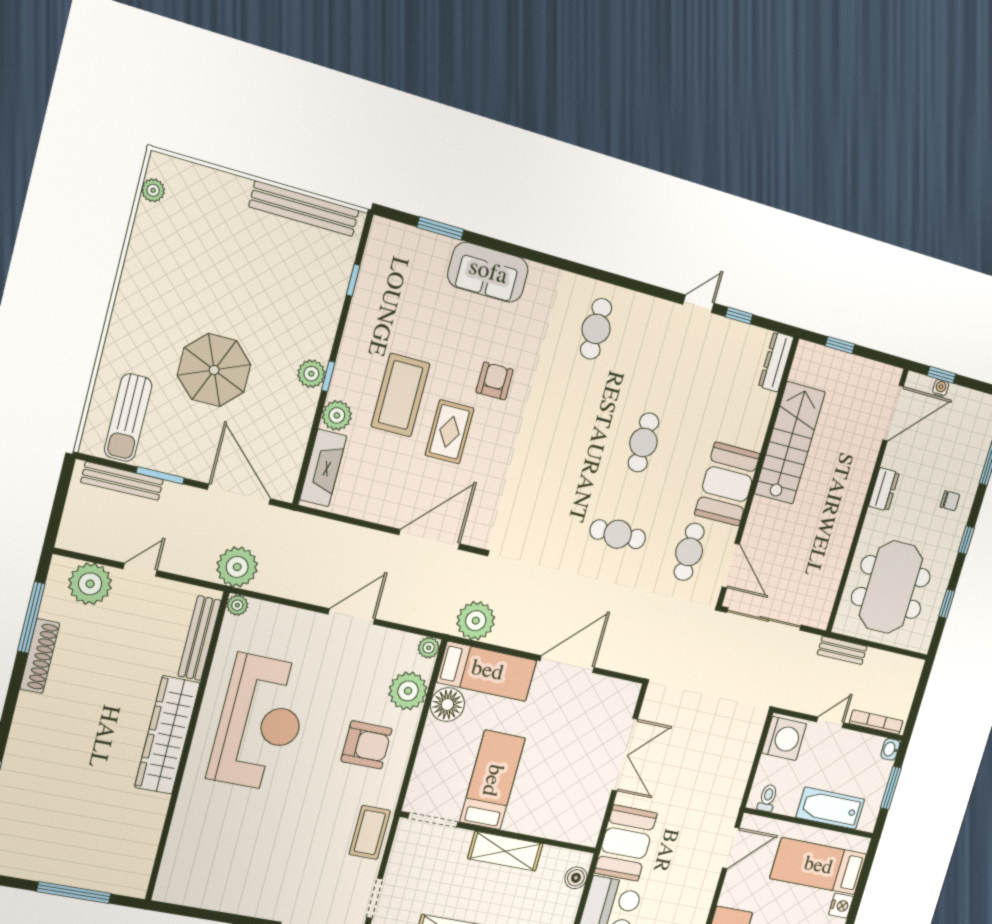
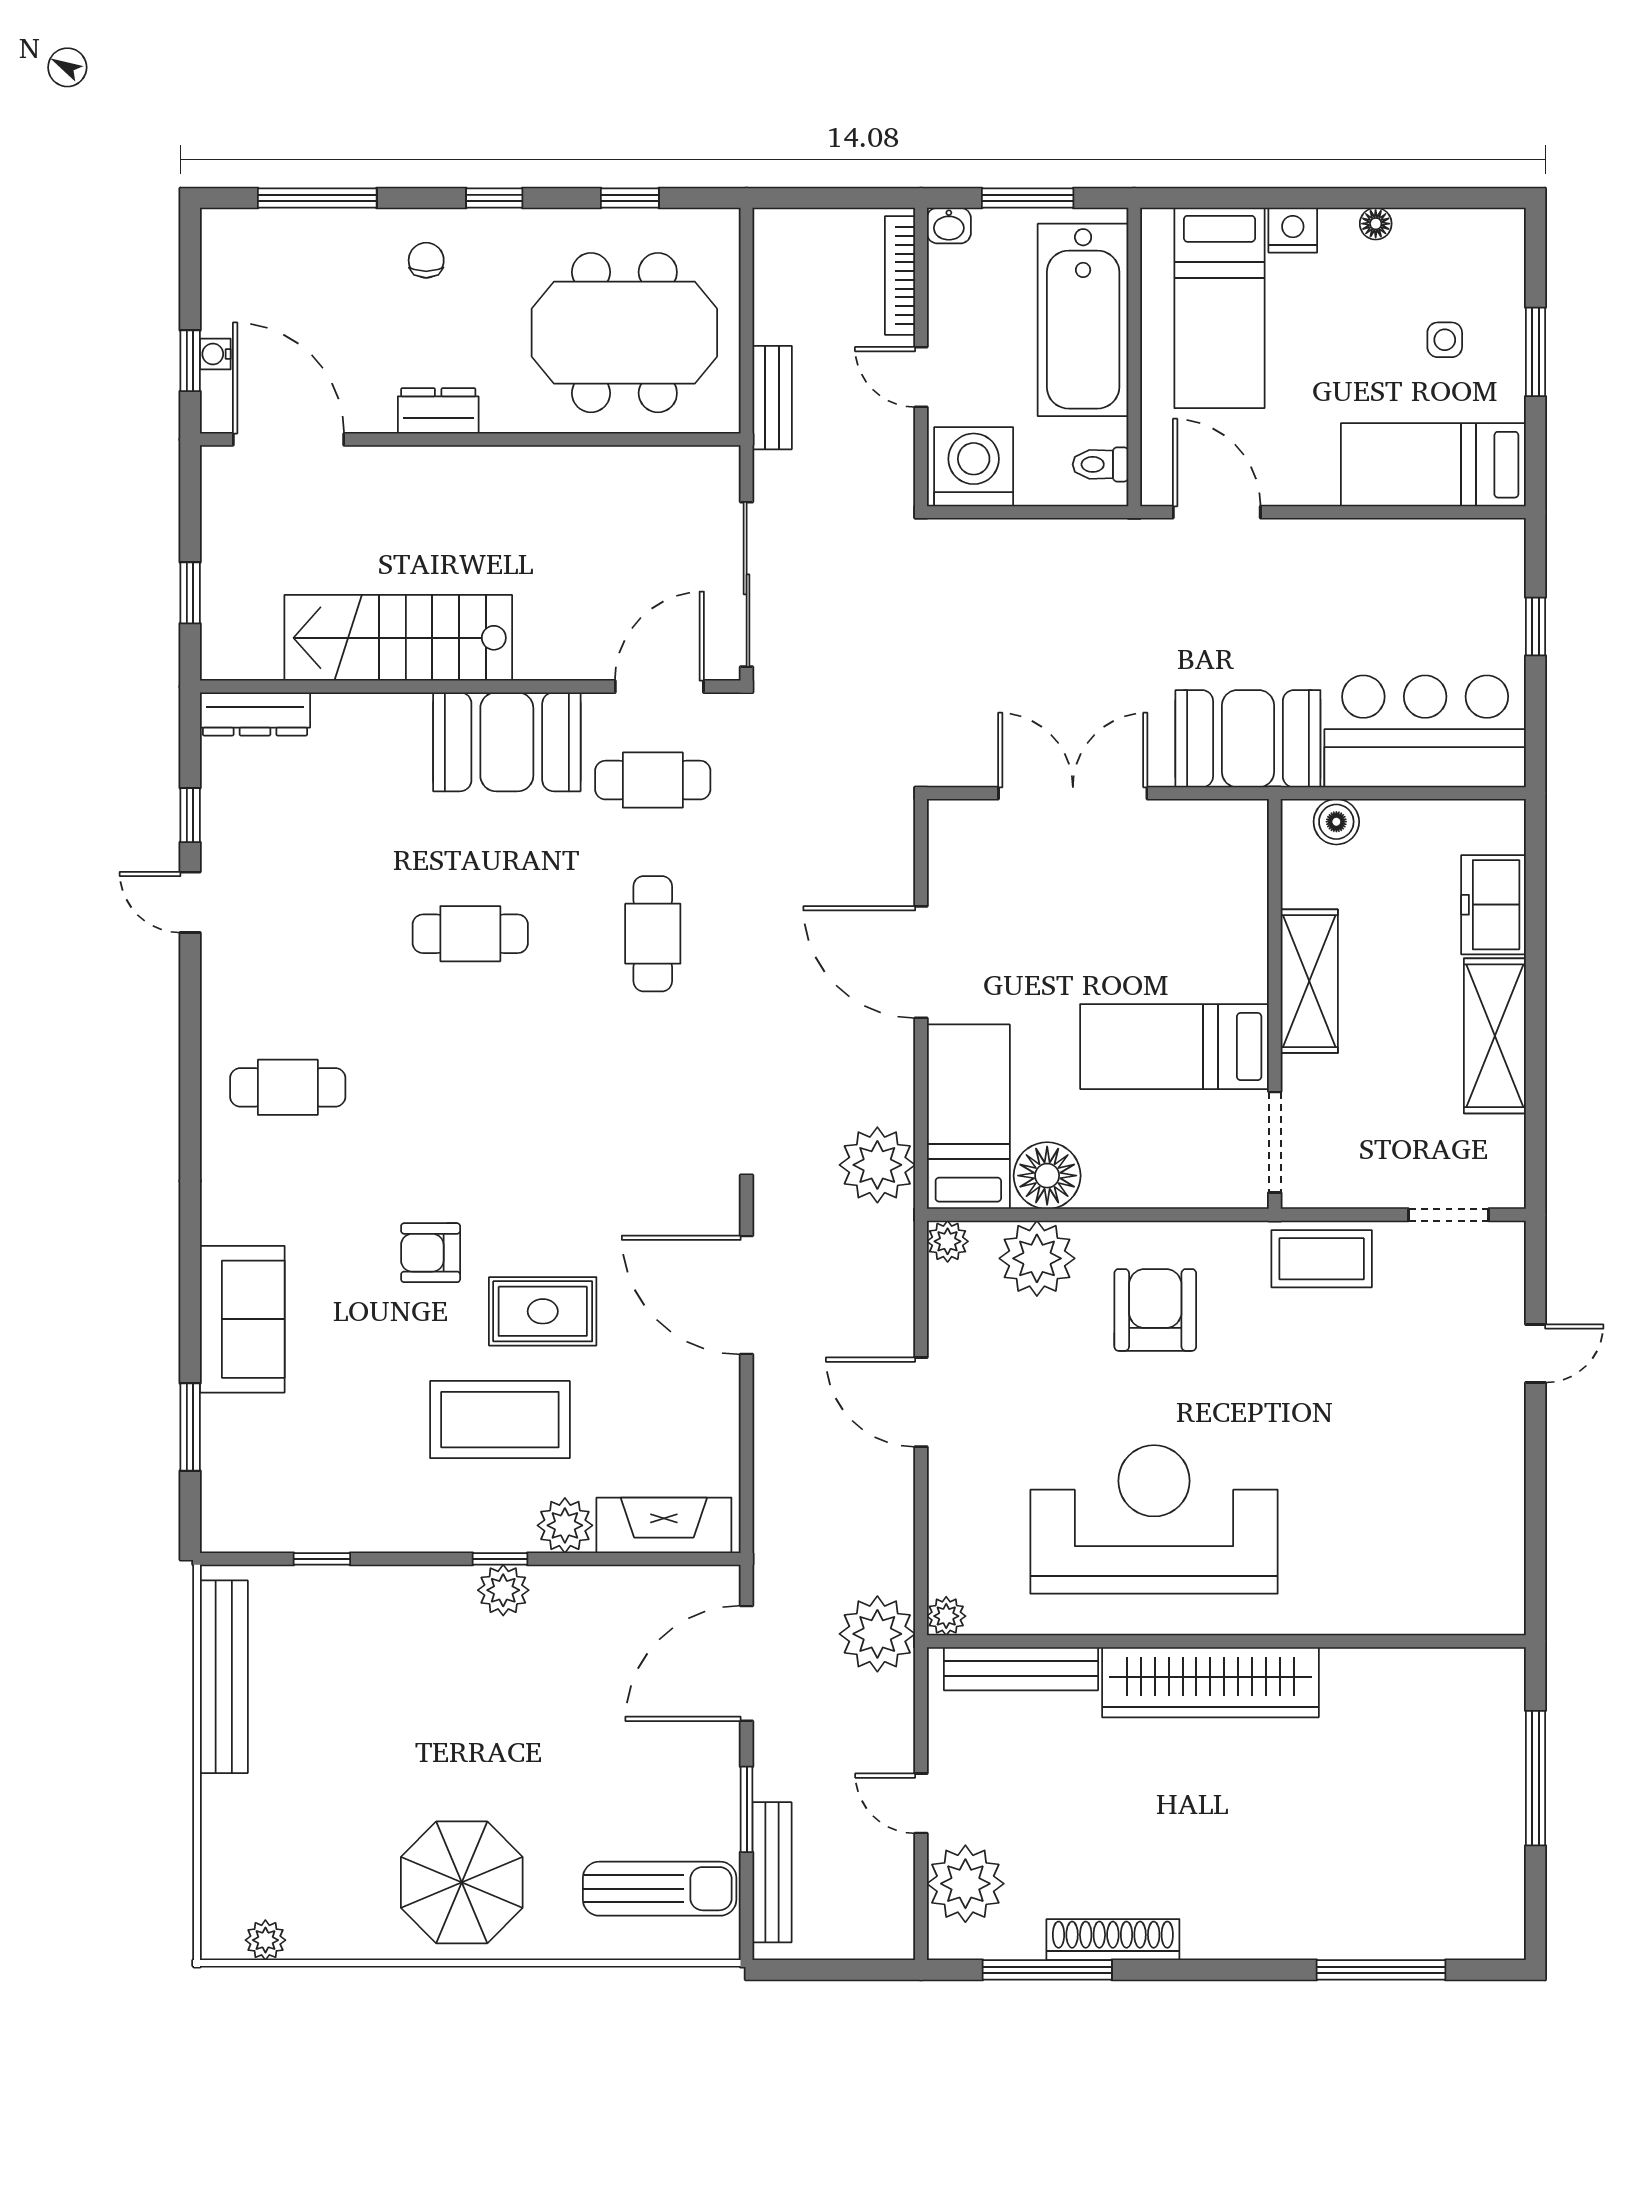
parasol: (214, 370) -> (462, 1882), moved
bathtub: (830, 808) -> (1083, 320), width x1.36, depth x1.36

